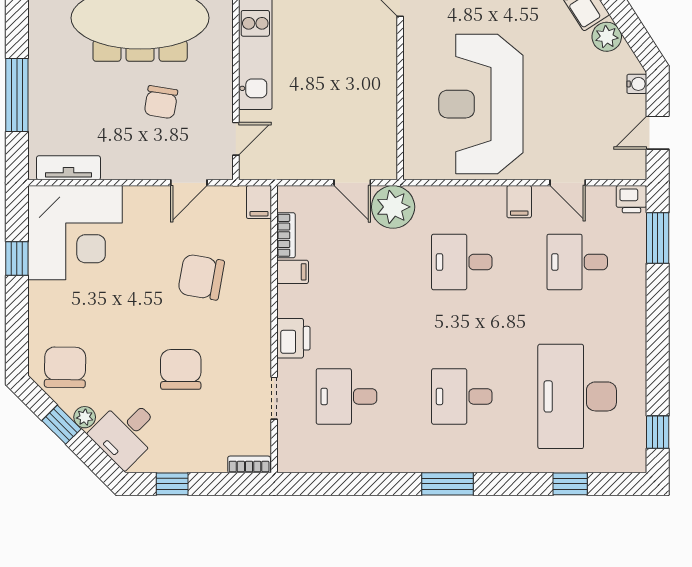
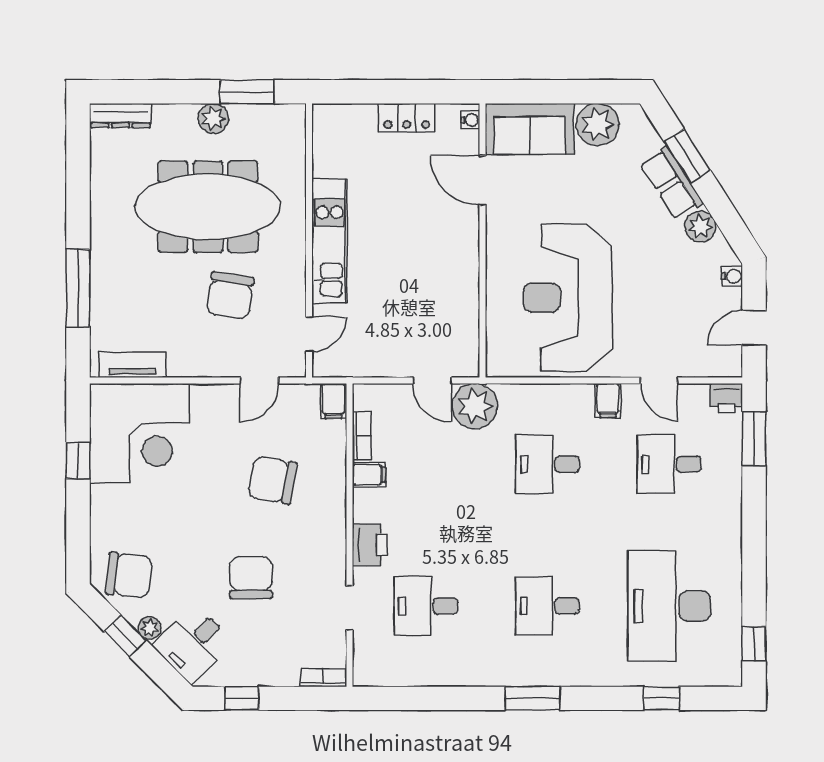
chair: (161, 102) -> (230, 296), width x1.37, depth x1.37
chair: (65, 367) -> (129, 575), turned 95

